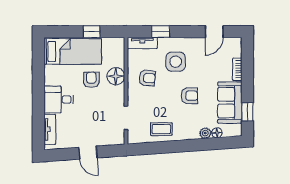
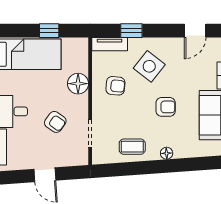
side table: (176, 62) -> (149, 66), turned 38
armchair: (91, 80) -> (55, 122), moved, turned 125
plant: (205, 133) -> (185, 151), removed
floor lamp: (217, 133) -> (167, 153), moved

